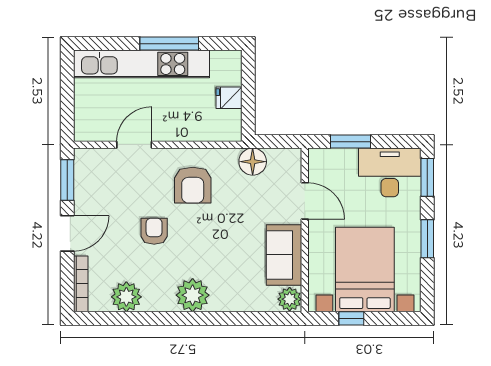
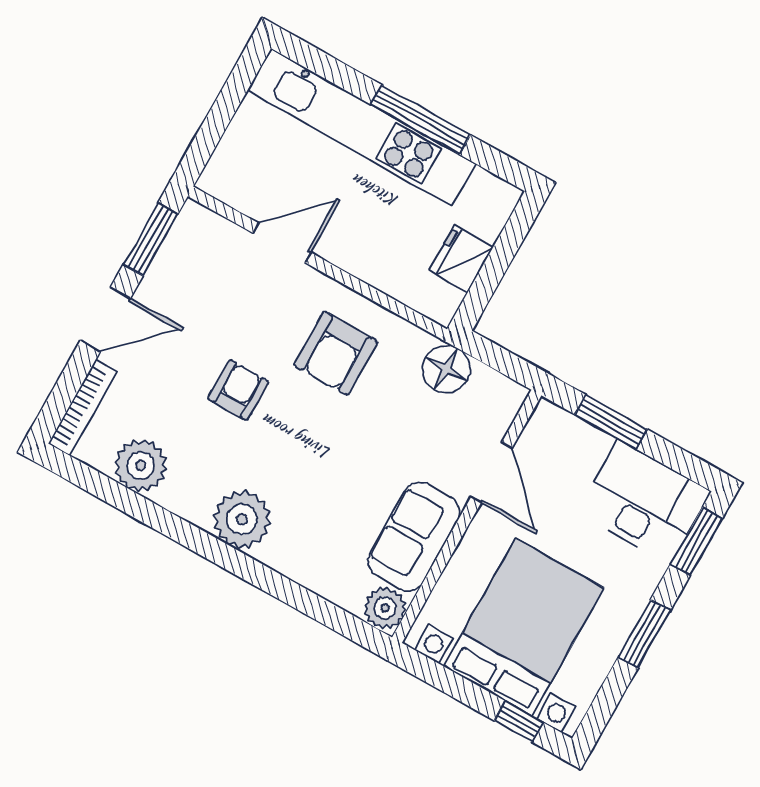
fridge: (229, 98) -> (461, 259), width x1.38
window: (351, 318) -> (519, 721), moved

